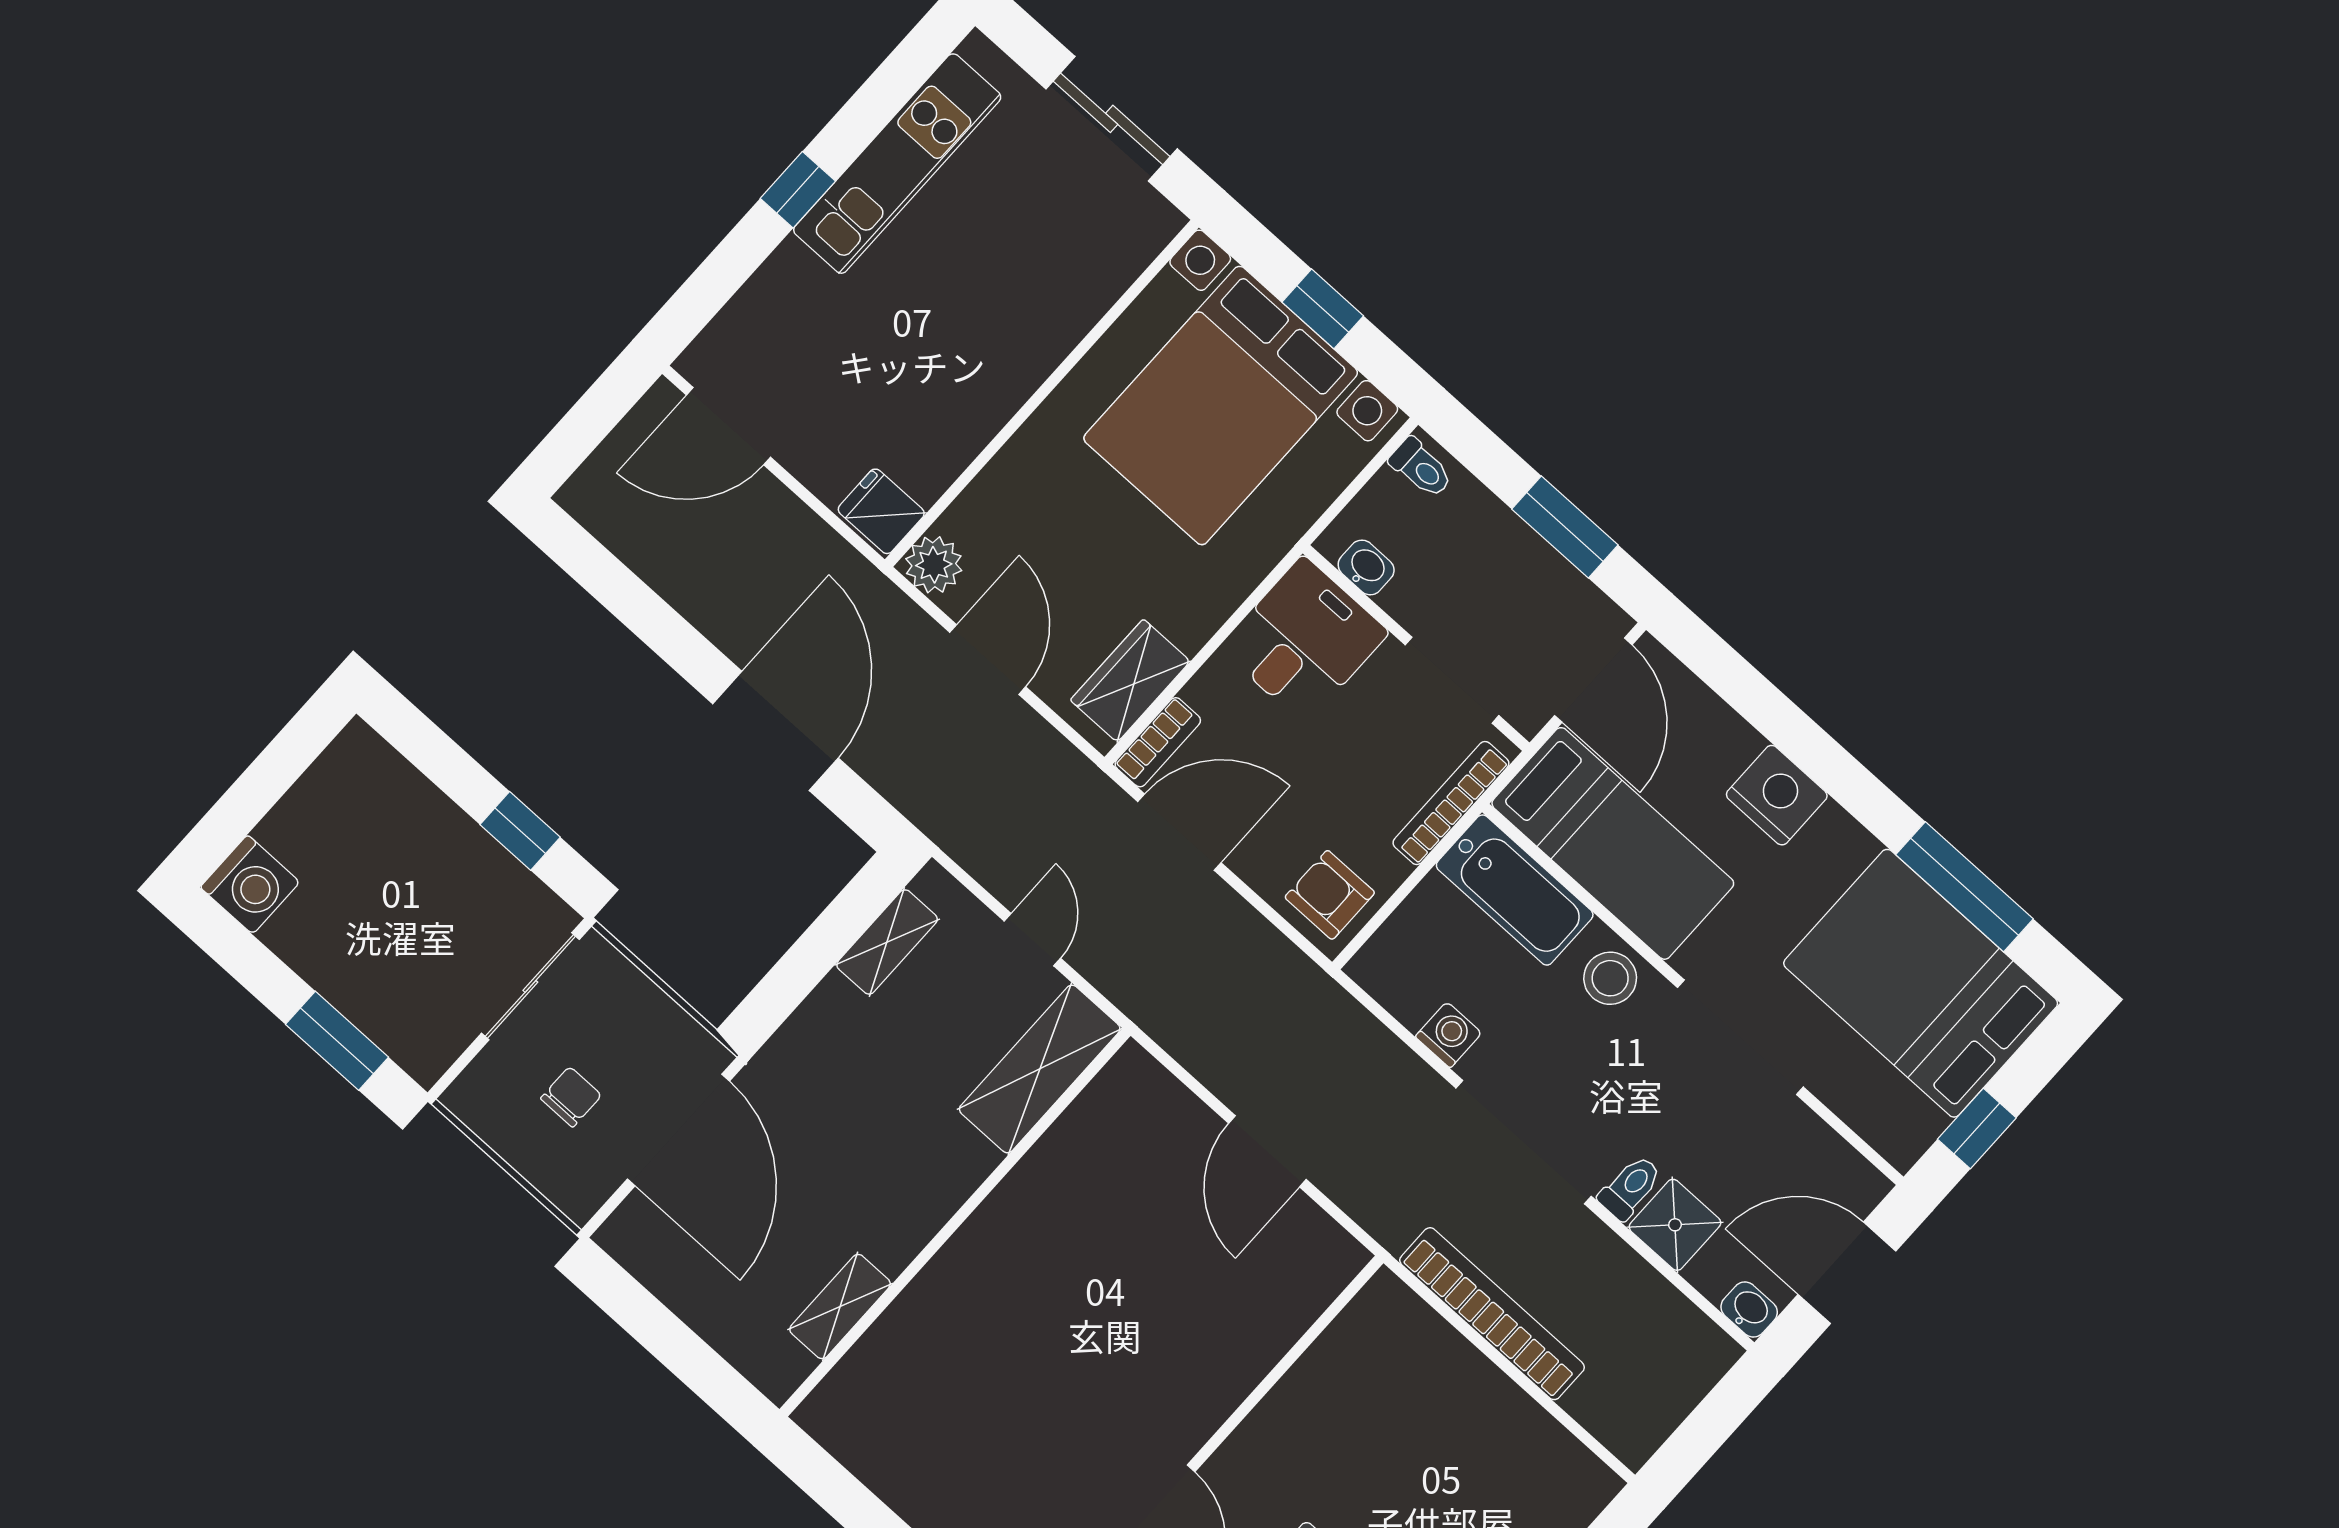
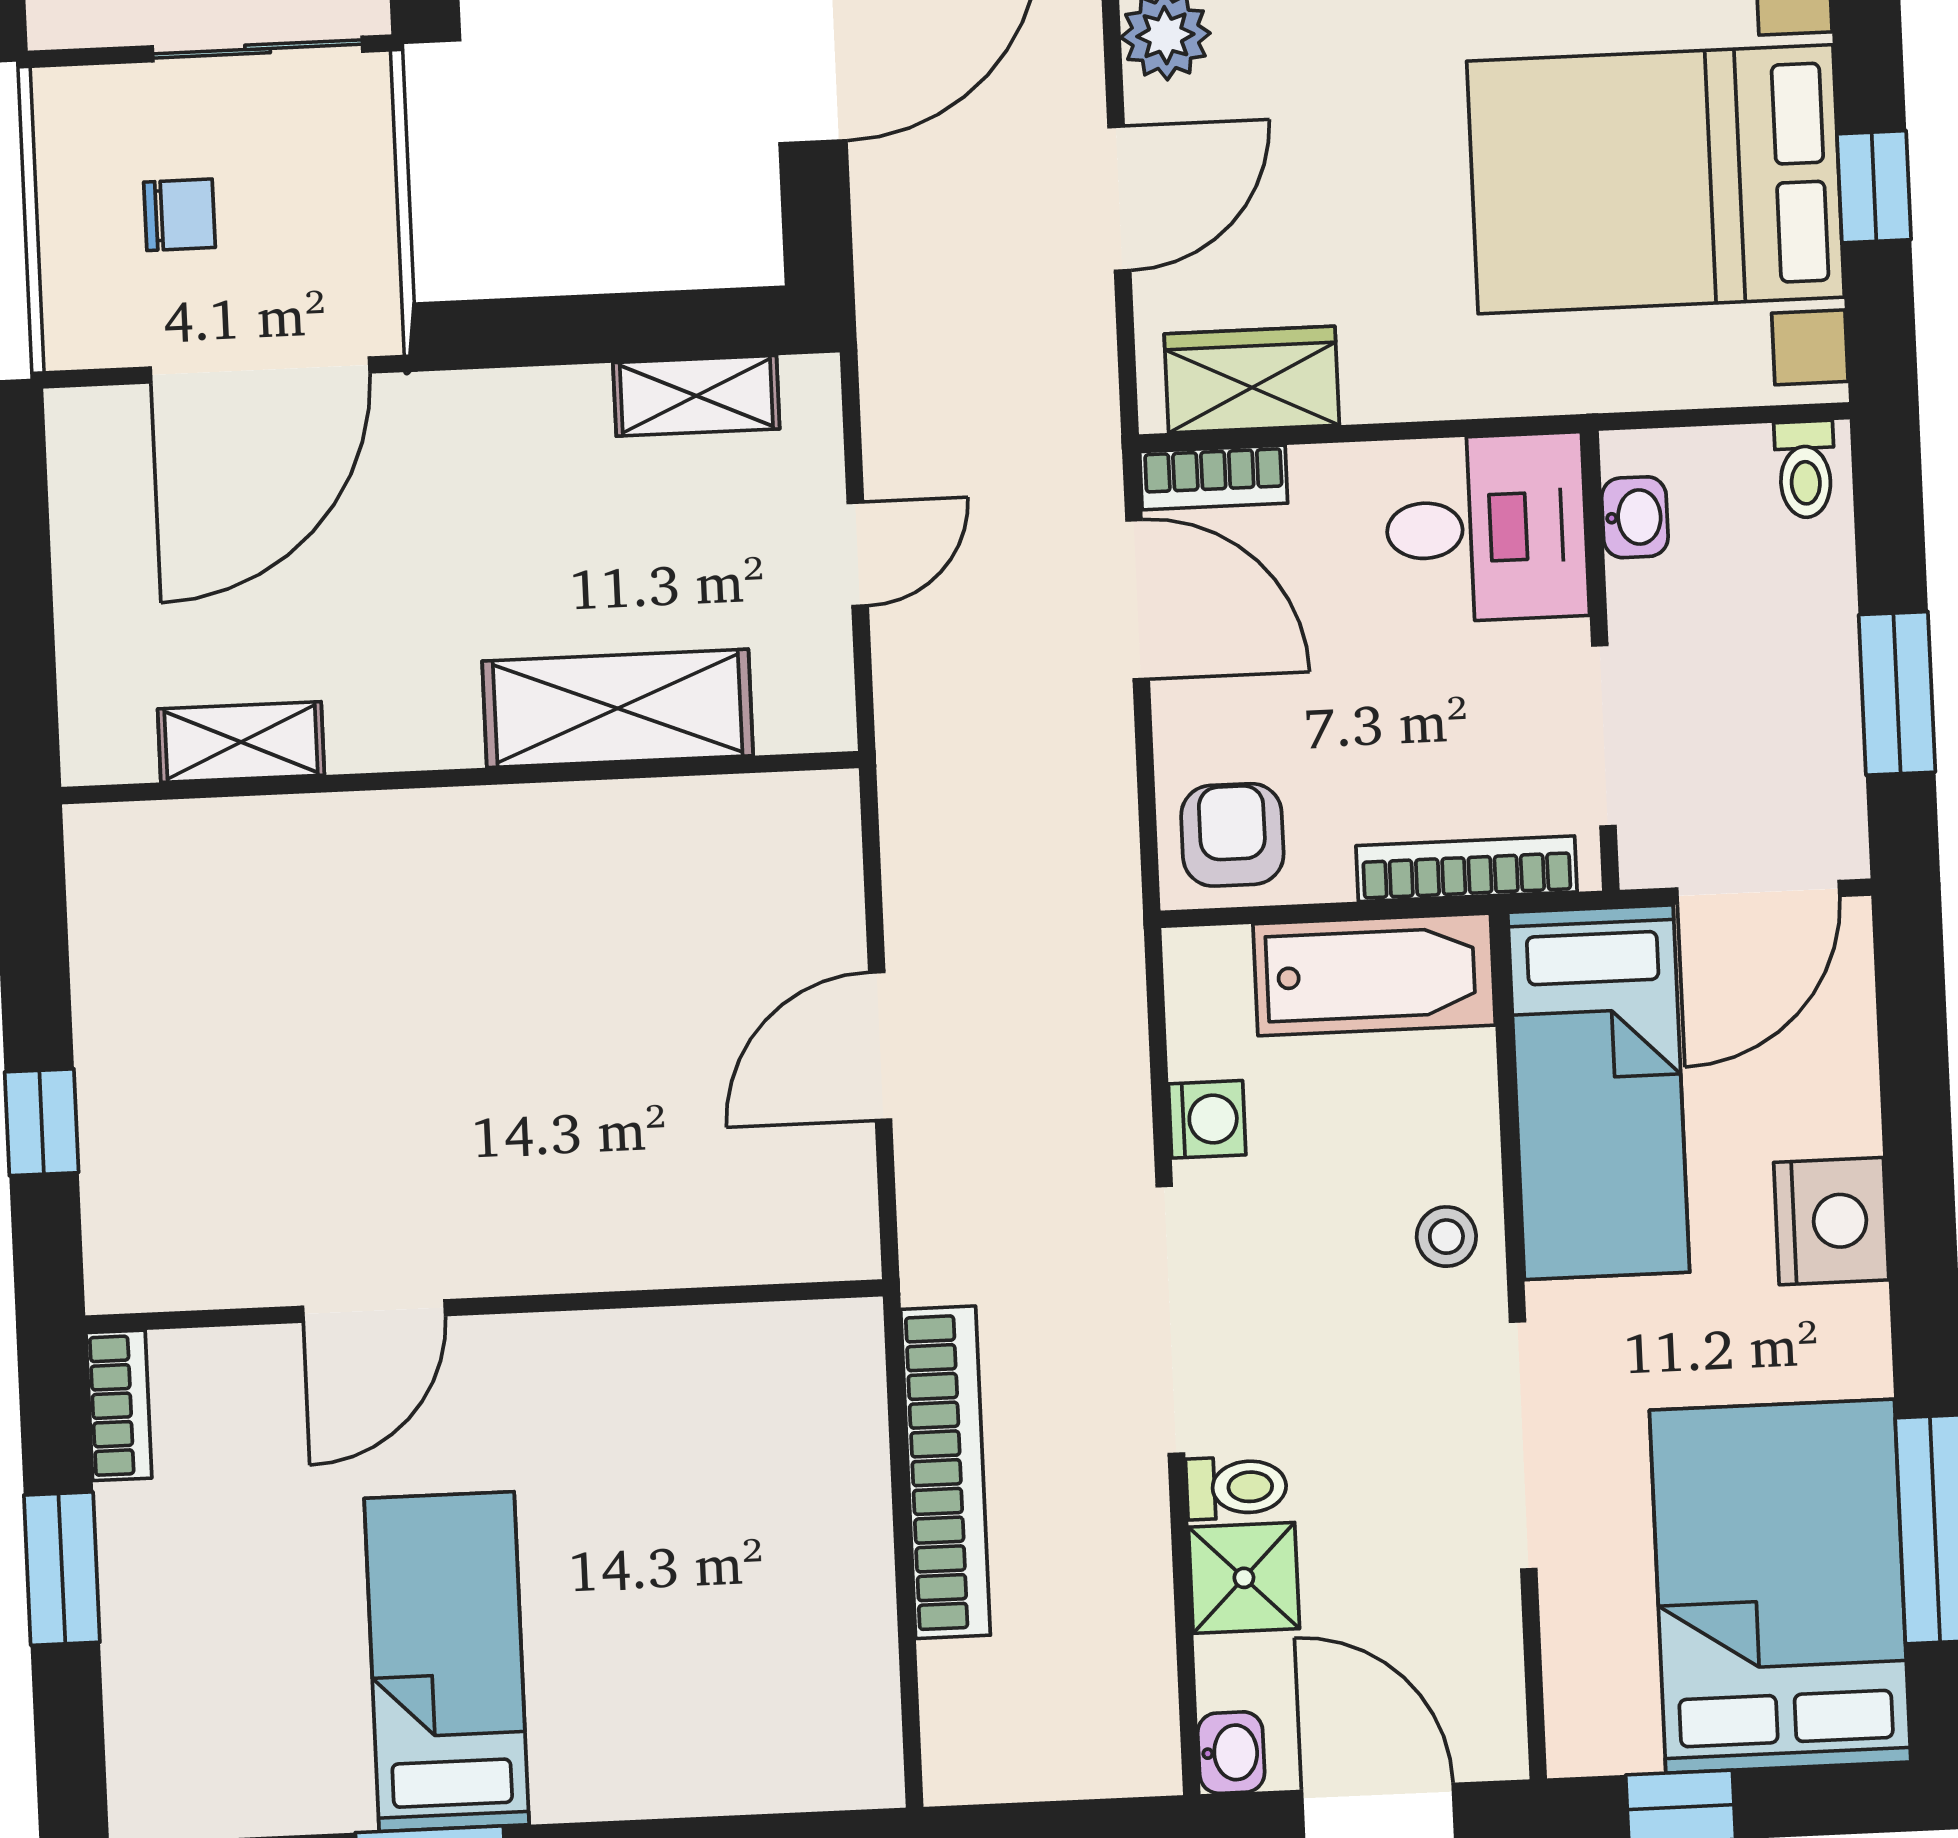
bathtub: (1515, 890) -> (1374, 974), moved, turned -90
stool: (1610, 978) -> (1446, 1237), width x0.73, depth x0.73
shelving: (1040, 1069) -> (618, 708), moved

